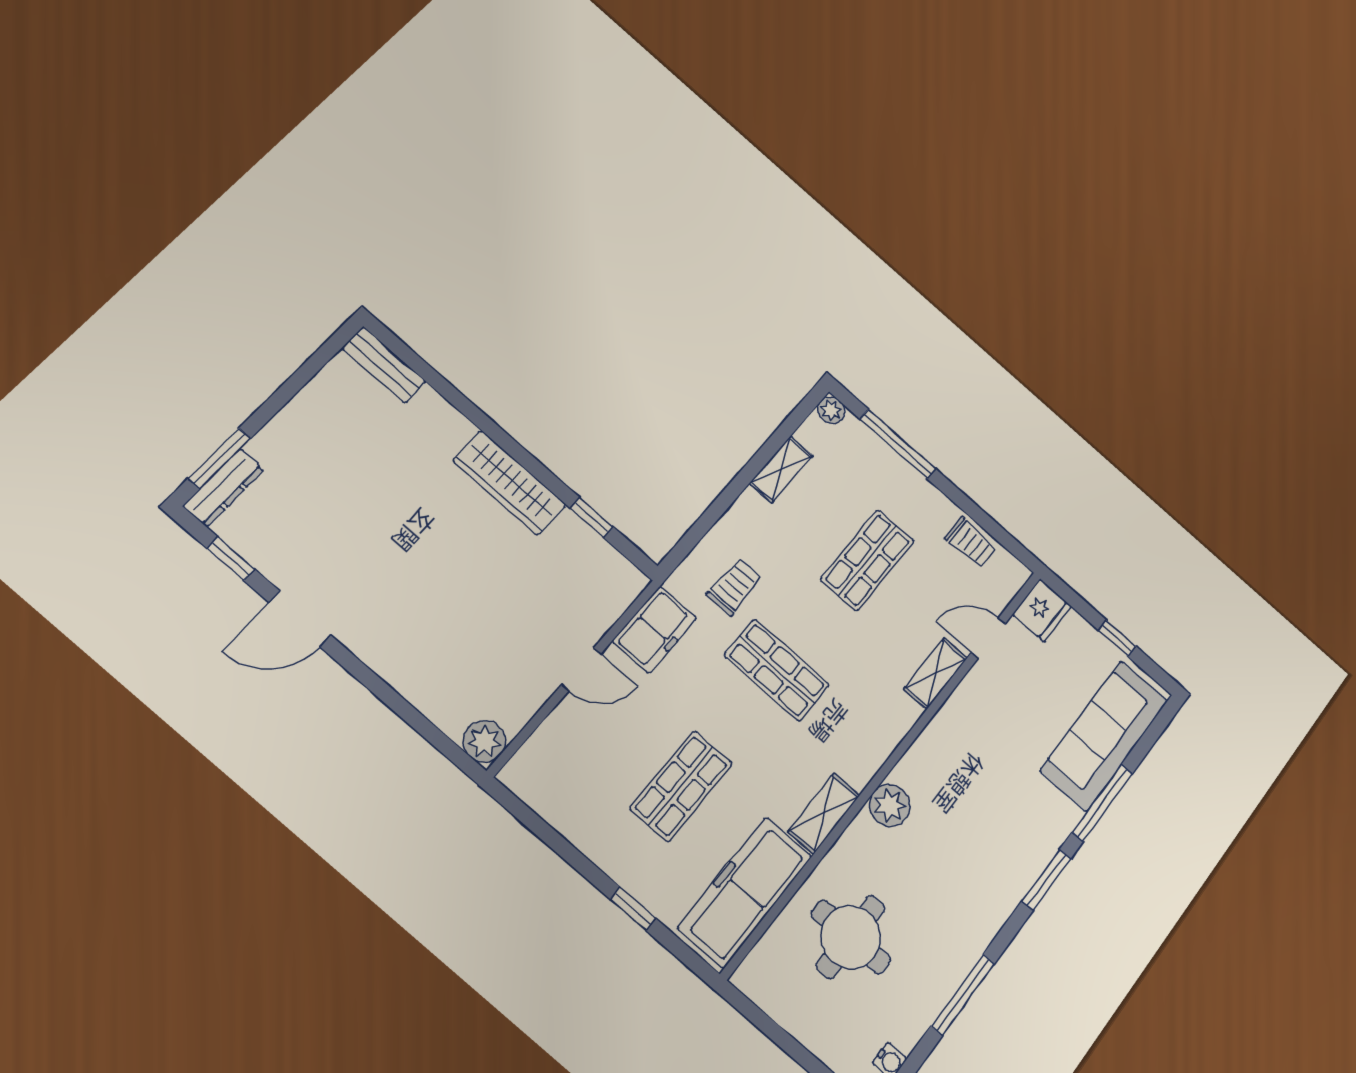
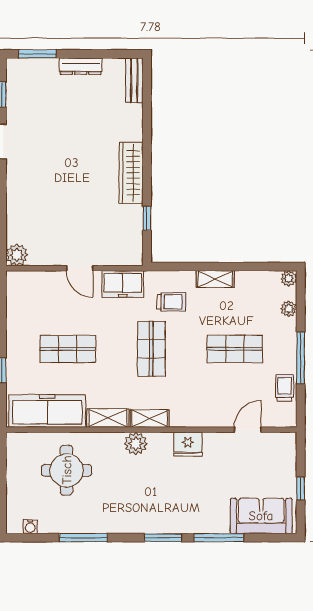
window: (898, 444) -> (301, 358), moved
plant: (871, 445) -> (289, 309), added
shelving: (781, 469) -> (215, 279), moved
dresser: (224, 488) -> (81, 66), moved
trolley: (970, 543) -> (285, 388), turned 180
fridge: (1042, 610) -> (188, 444), moved
door: (988, 638) -> (248, 430), hinge flipped
shelving: (935, 674) -> (150, 419), moved
sofa: (1104, 736) -> (261, 516), width x0.73

